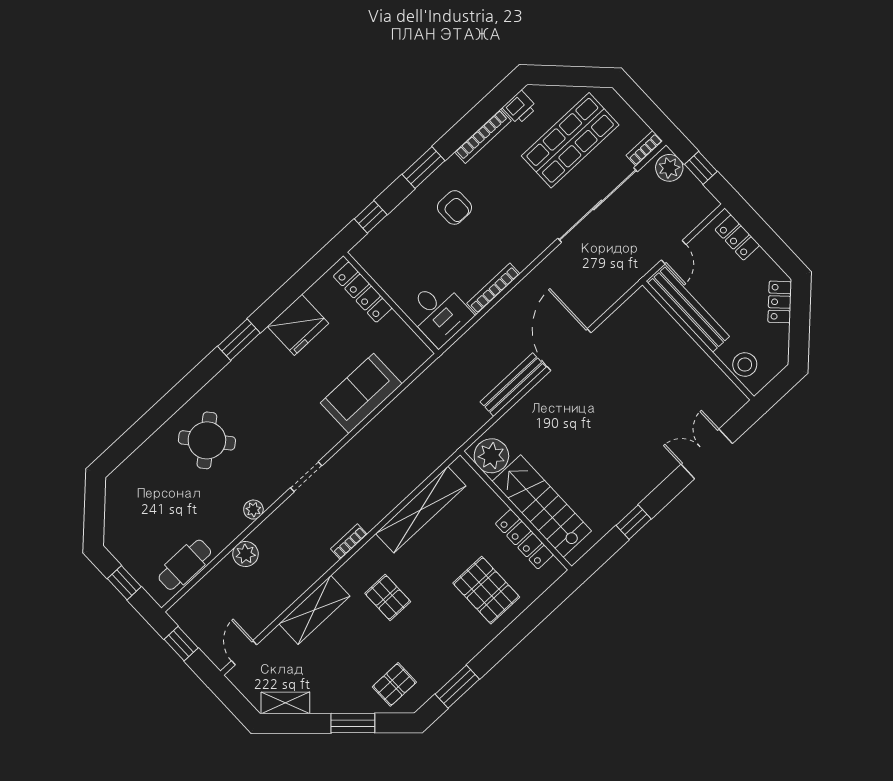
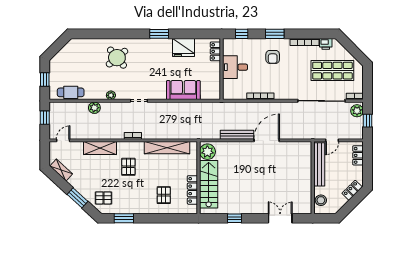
locker: (363, 292) -> (215, 51), width x0.66
desk: (439, 313) -> (235, 67), moved, turned 90
pallet: (486, 590) -> (164, 195), width x0.67, depth x0.71

